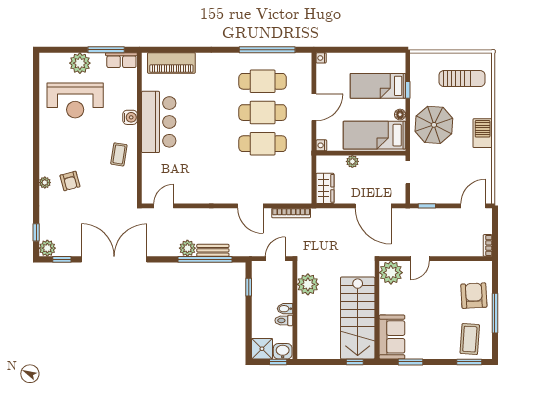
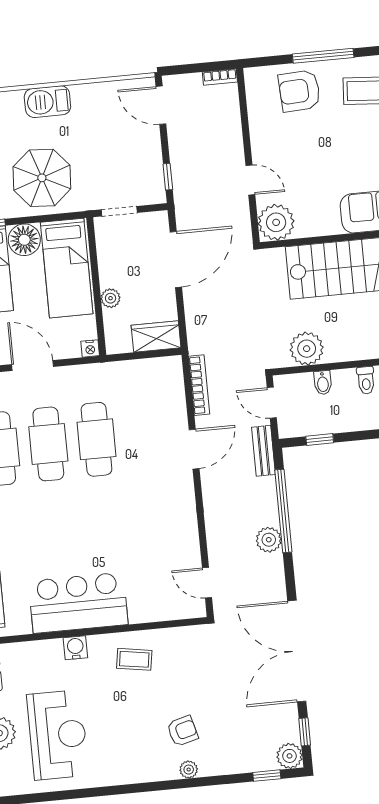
floor lamp: (400, 115) -> (24, 240), width x1.89, depth x1.89
bench: (213, 250) -> (263, 451), moved
bidet: (285, 309) -> (323, 383), moved

